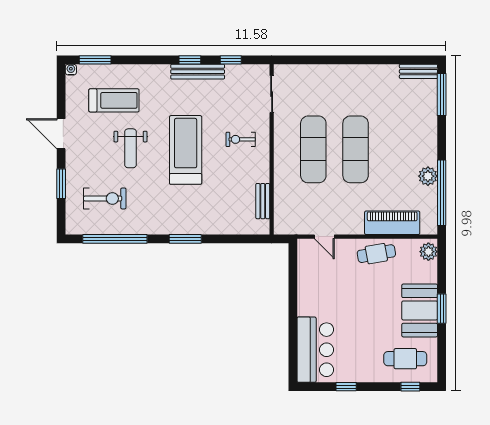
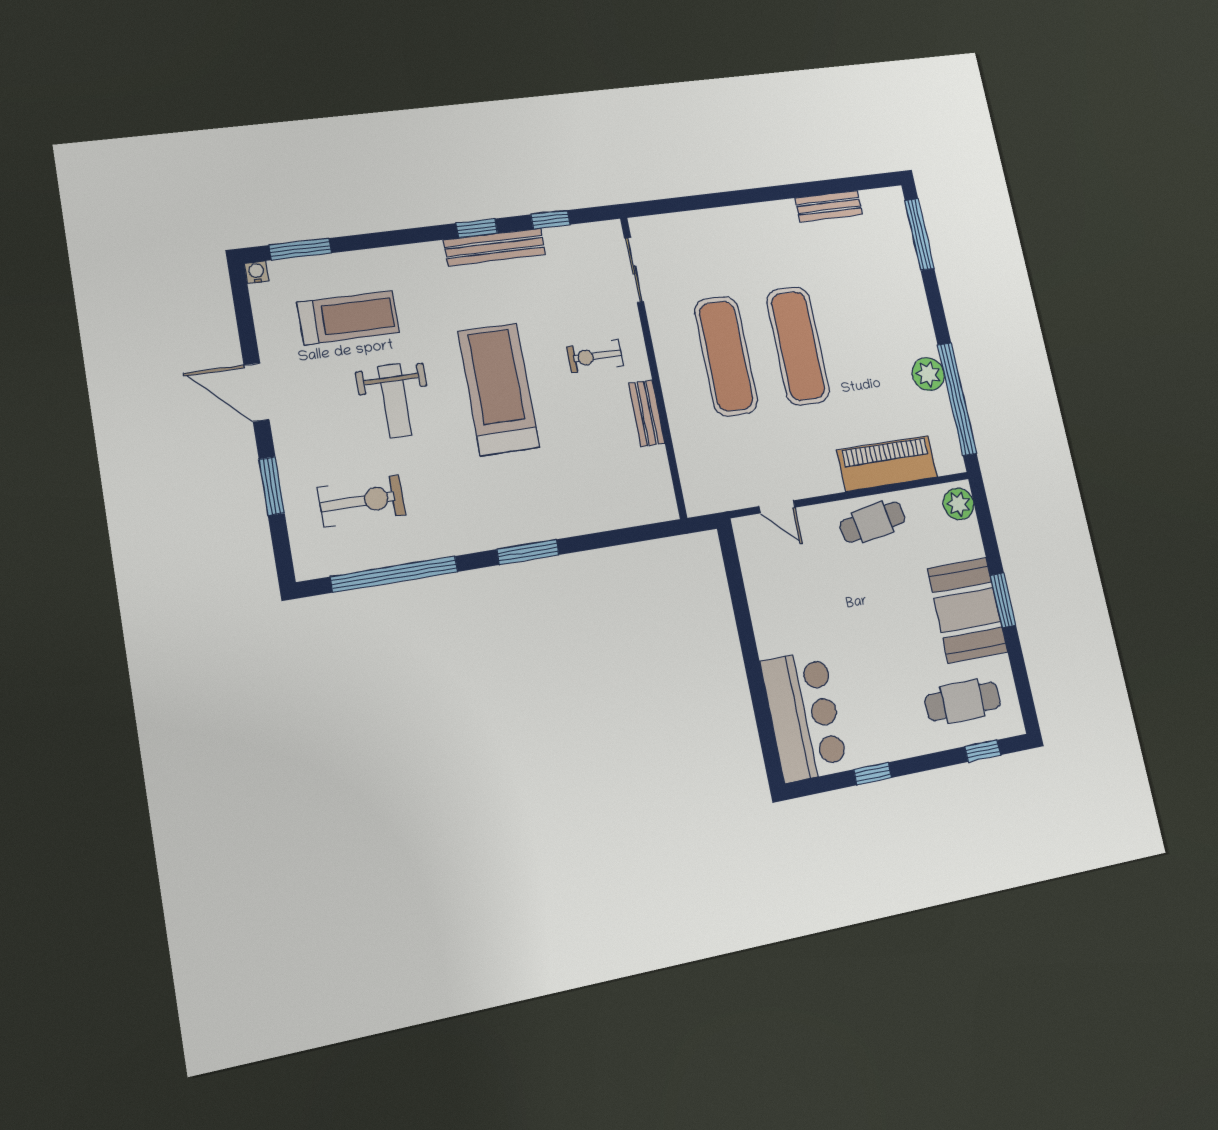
bench: (418, 71) -> (829, 206), moved
bench: (263, 201) -> (647, 413), moved

